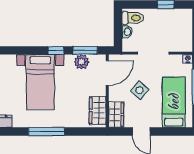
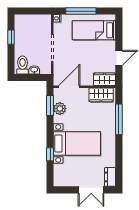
window: (56, 50) -> (50, 154), moved
door: (107, 73) -> (69, 87), hinge flipped
side table: (140, 90) -> (84, 59), removed
window: (46, 131) -> (119, 119), moved

